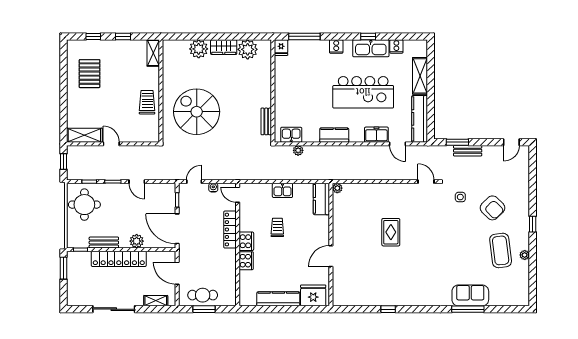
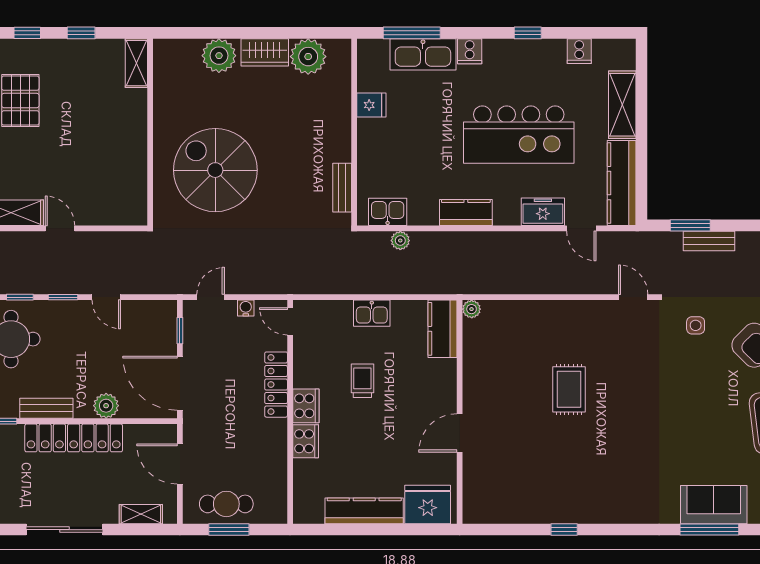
fridge: (281, 48) -> (371, 105), moved, turned -90
kitchen sink: (371, 48) -> (423, 54), moved
trolley: (147, 102) -> (125, 153), removed

